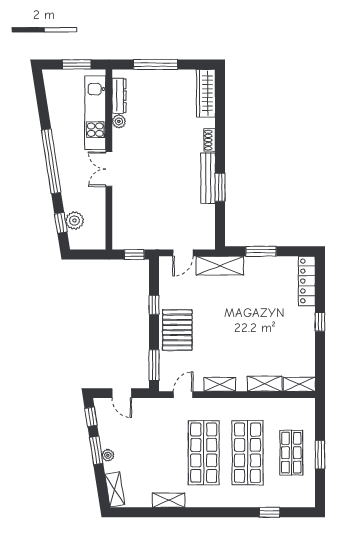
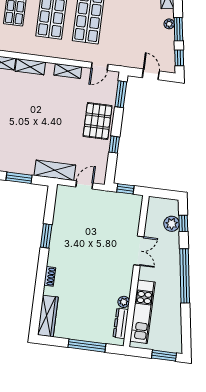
window: (77, 64) -> (164, 356), moved
double door: (109, 169) -> (139, 251), moved
bench: (208, 178) -> (55, 245), removed

